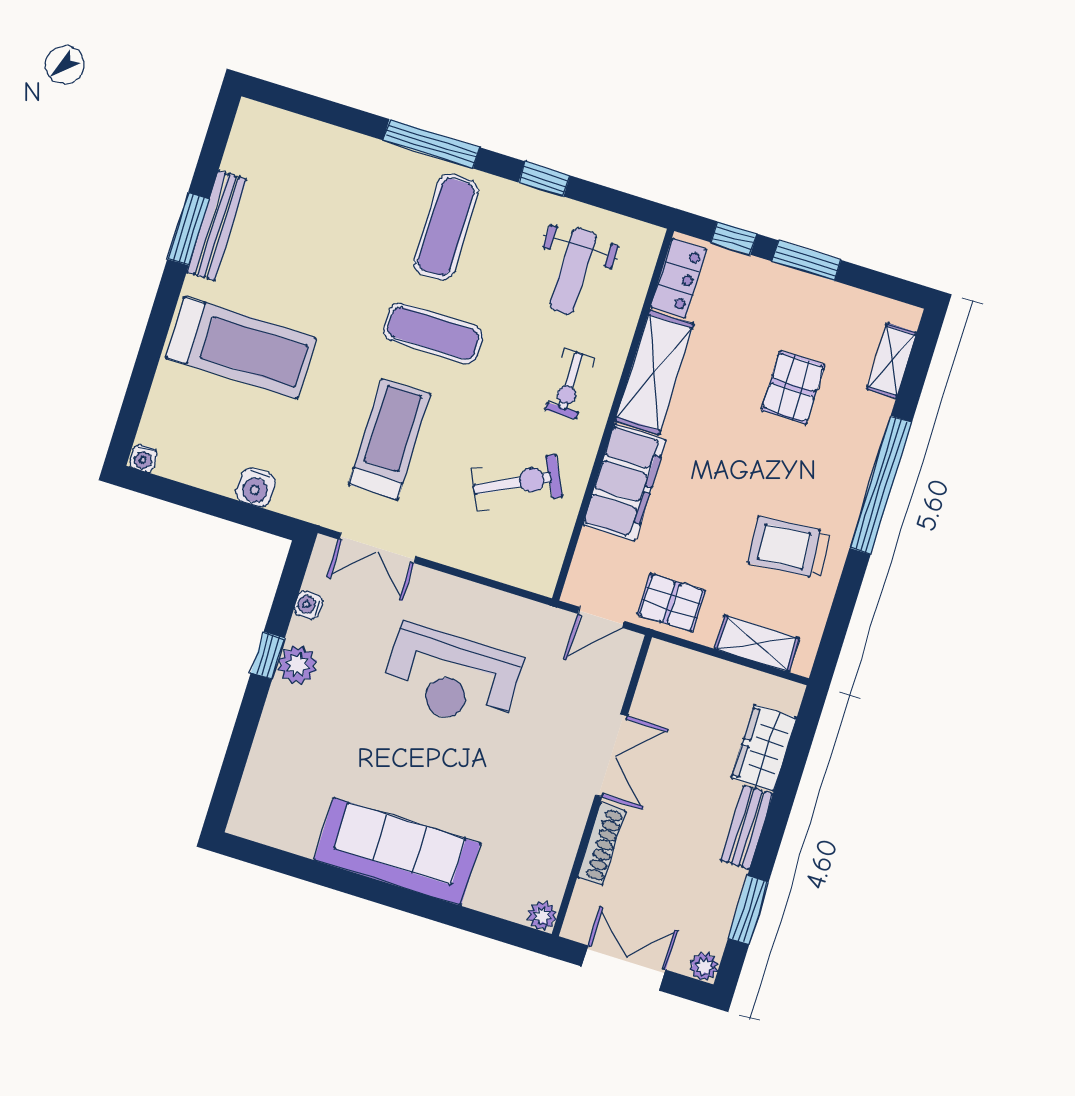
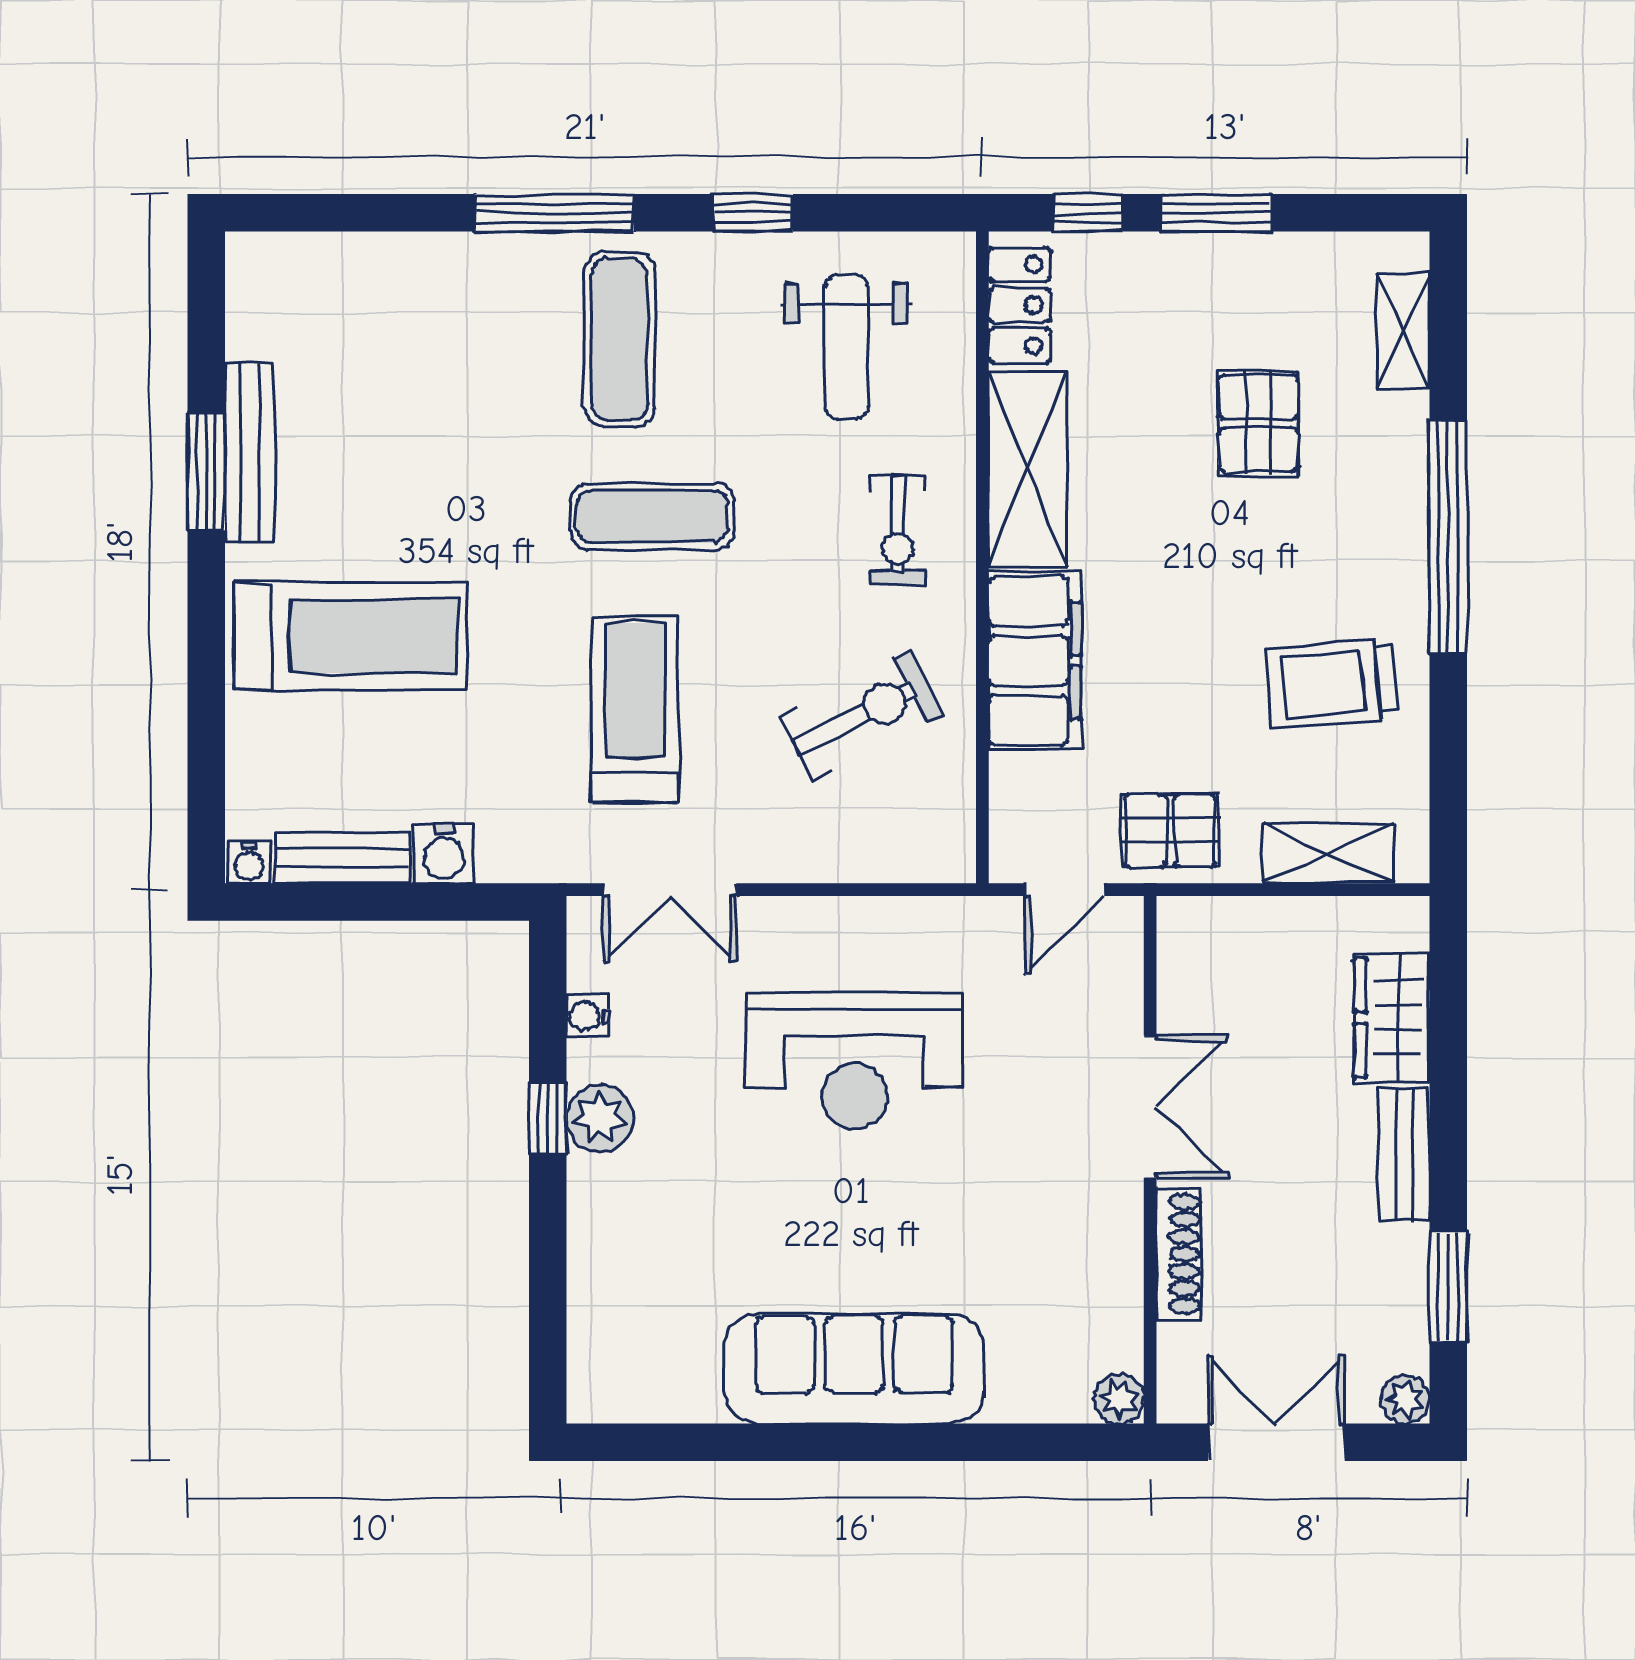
bench: (197, 472) -> (342, 858), added

